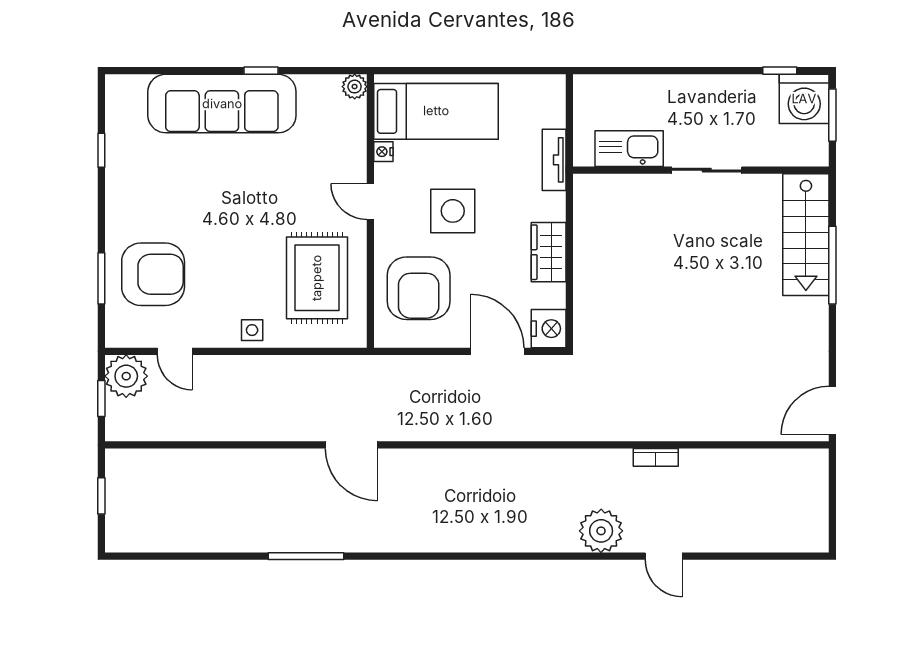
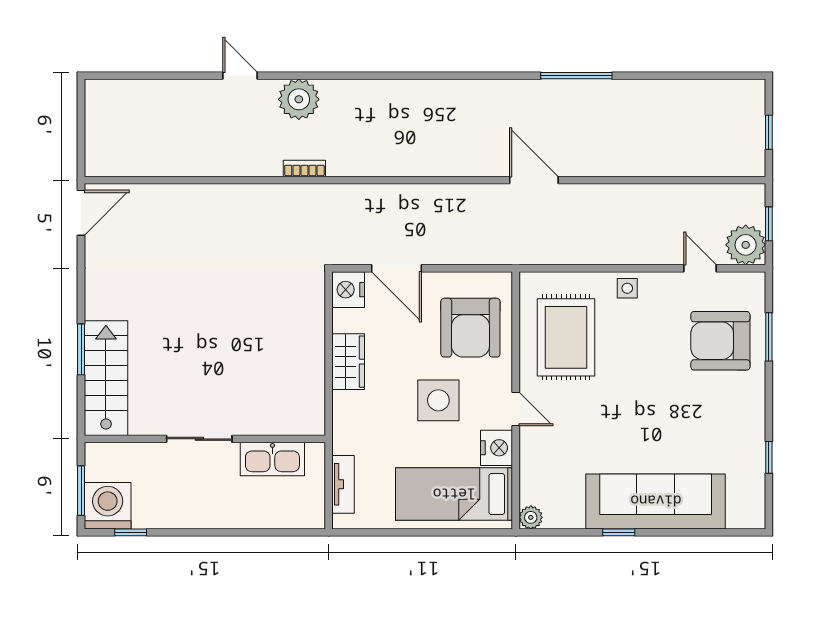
nightstand: (383, 152) -> (497, 448), width x1.89, depth x1.79
tv unit: (554, 160) -> (343, 484), moved
window: (832, 265) -> (81, 349), width x0.69
armchair: (419, 288) -> (470, 328), turned 180
bookcase: (656, 457) -> (304, 168), moved

